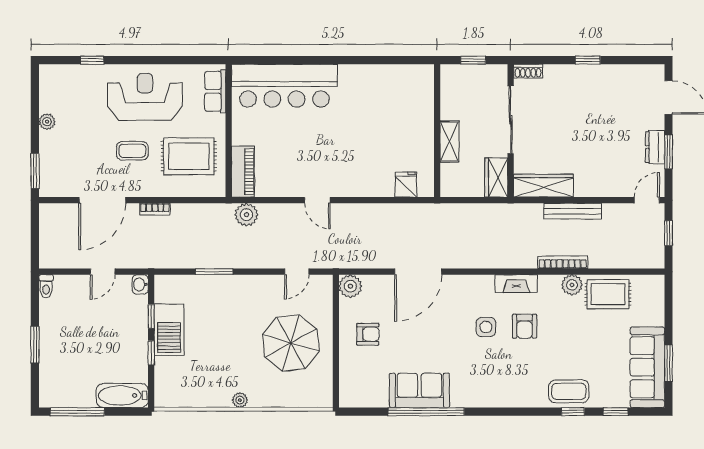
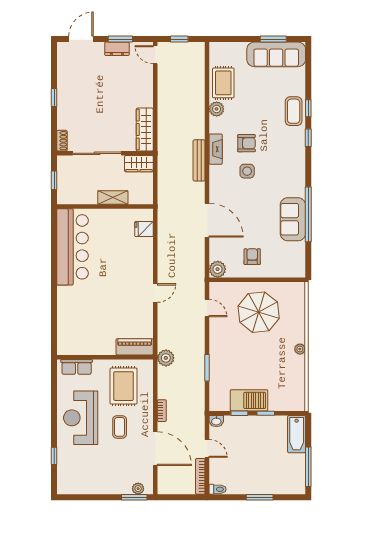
bar counter: (284, 86) -> (72, 247), moved
plant: (47, 122) -> (138, 489), moved
bench: (573, 211) -> (199, 160), moved
plant: (246, 215) -> (166, 358), moved
bookcase: (563, 262) -> (200, 476), moved
window: (616, 412) -> (308, 138), moved

